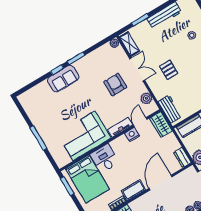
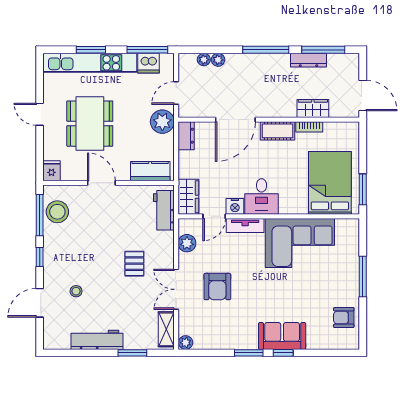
armchair: (35, 109) -> (344, 318), added
desk: (105, 158) -> (262, 196), moved

